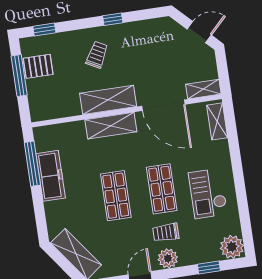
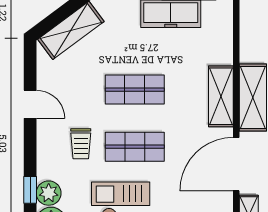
trolley: (166, 232) -> (81, 144), turned 180
plant: (168, 258) -> (49, 193), moved

